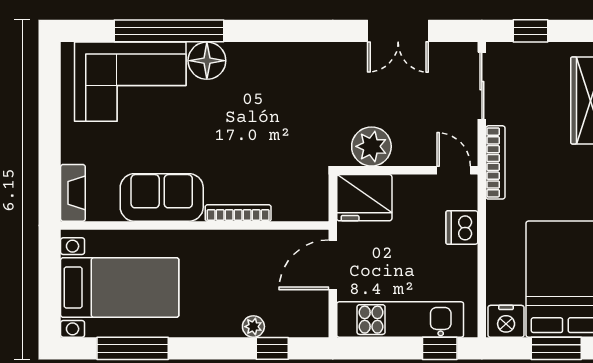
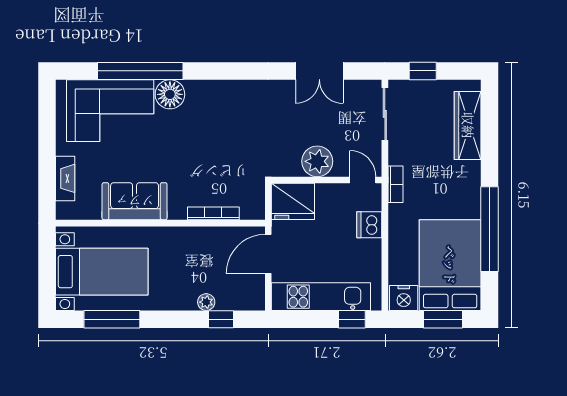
plant: (371, 146) -> (317, 161), moved
bookcase: (495, 162) -> (395, 184), width x0.64
fireplace: (73, 193) -> (65, 178), moved
bookcase: (238, 213) -> (213, 213), moved

